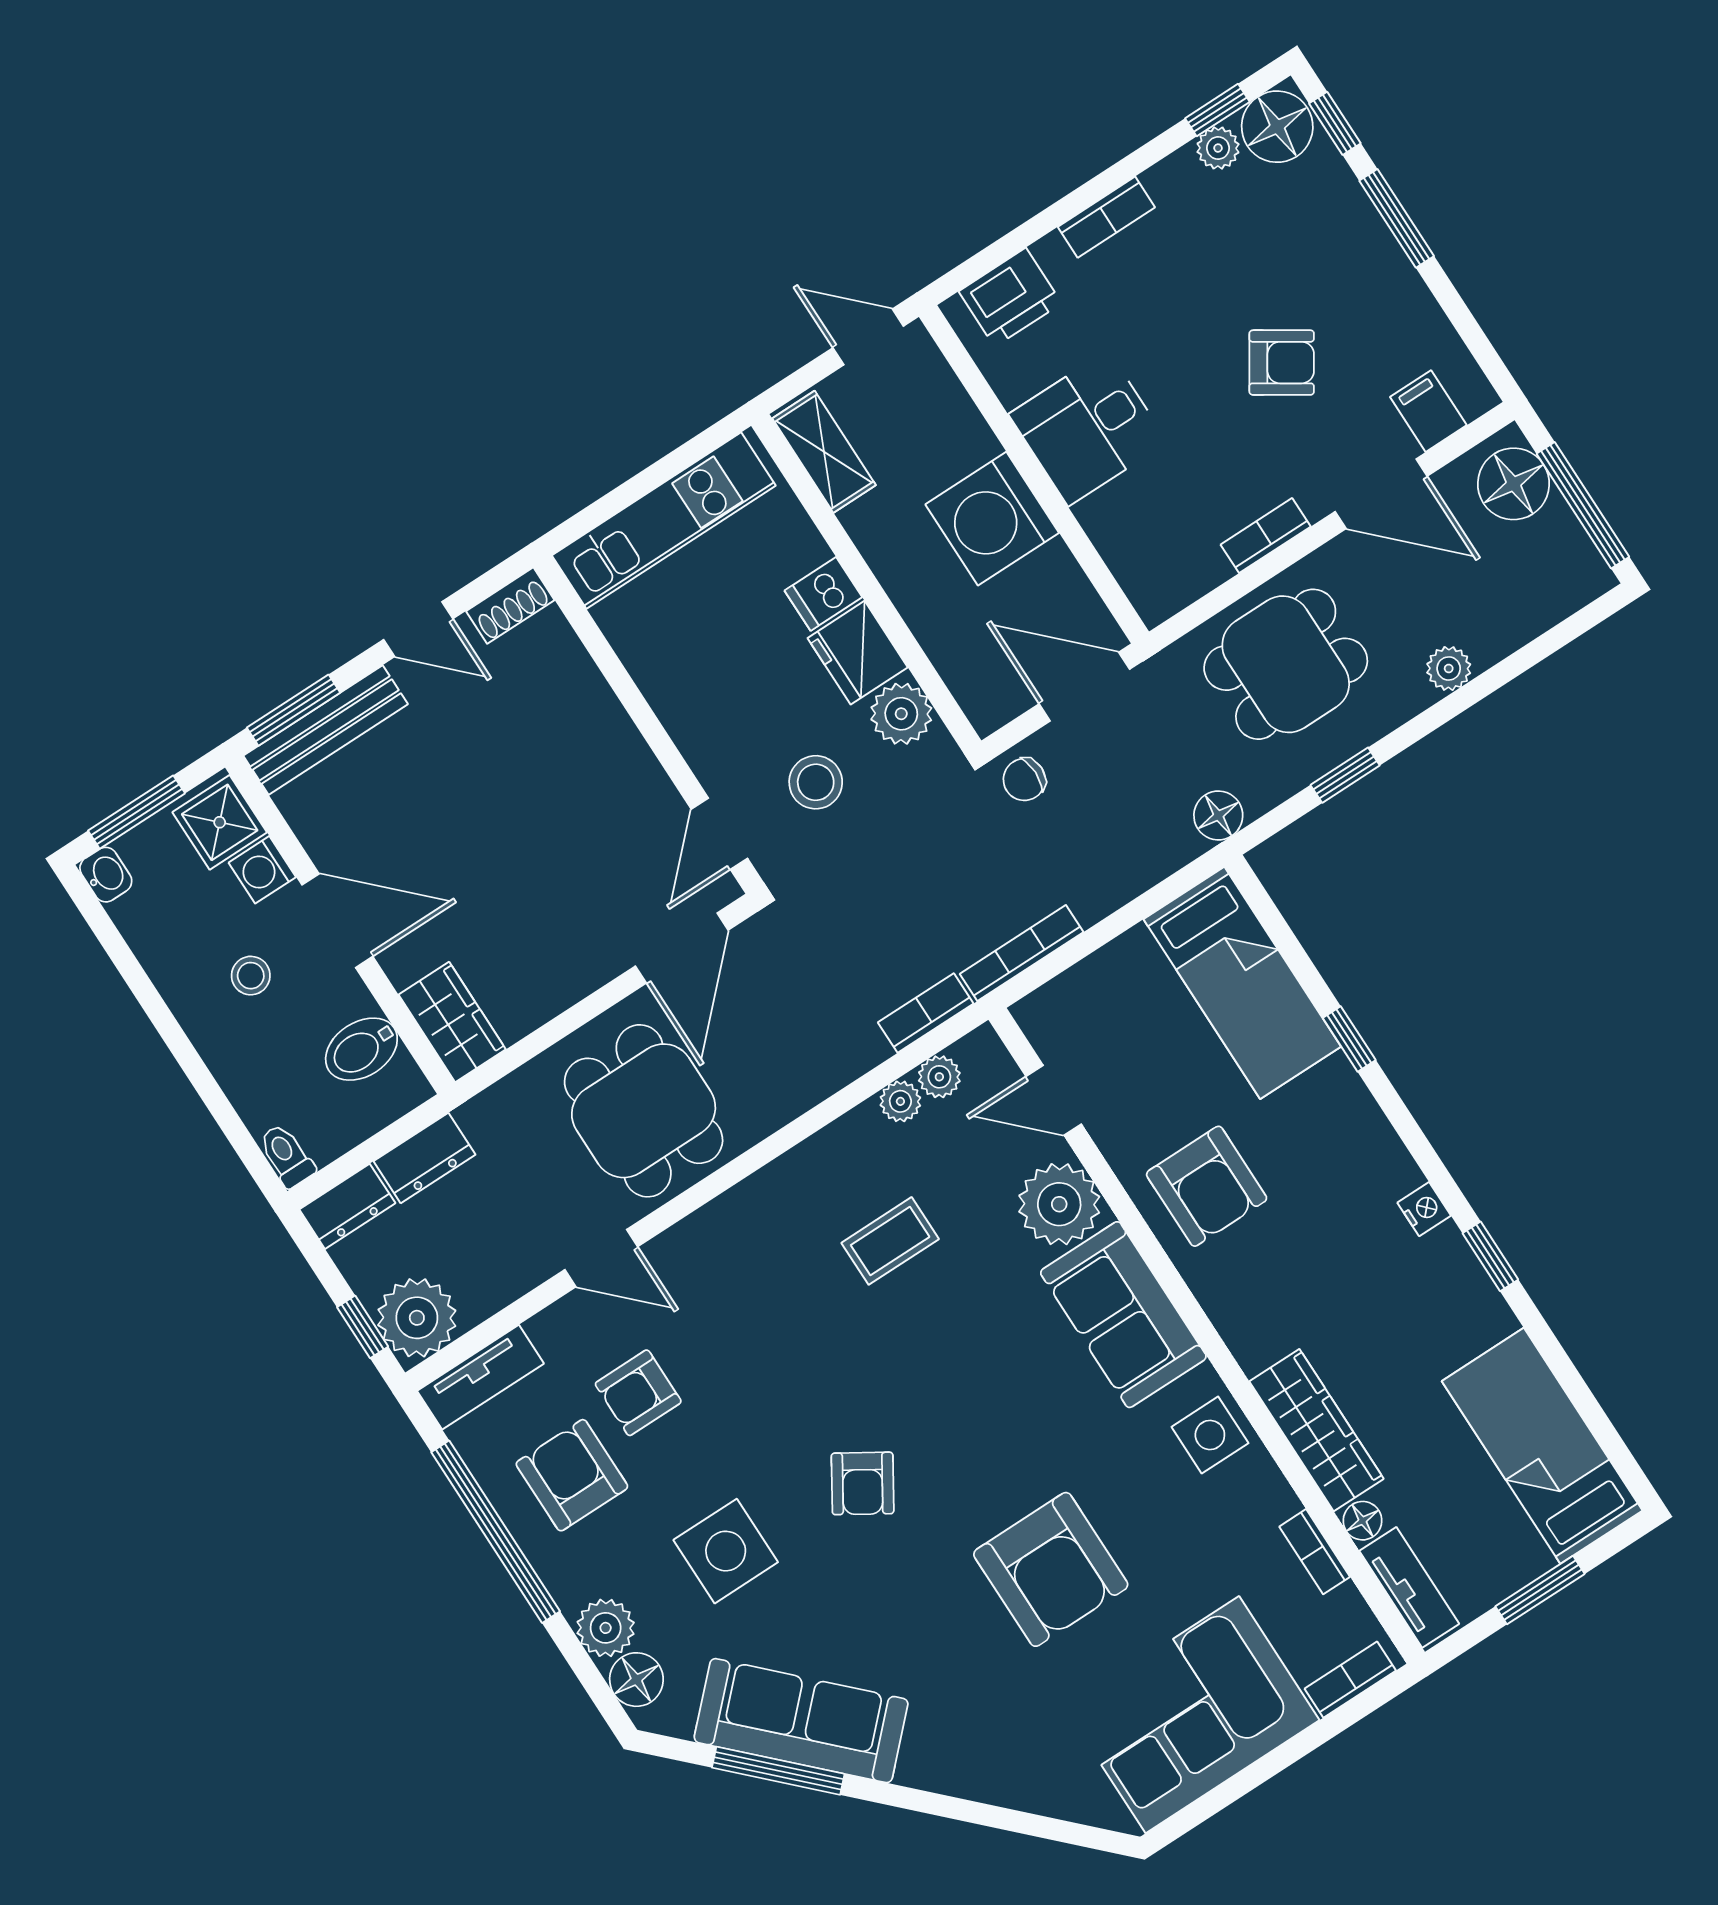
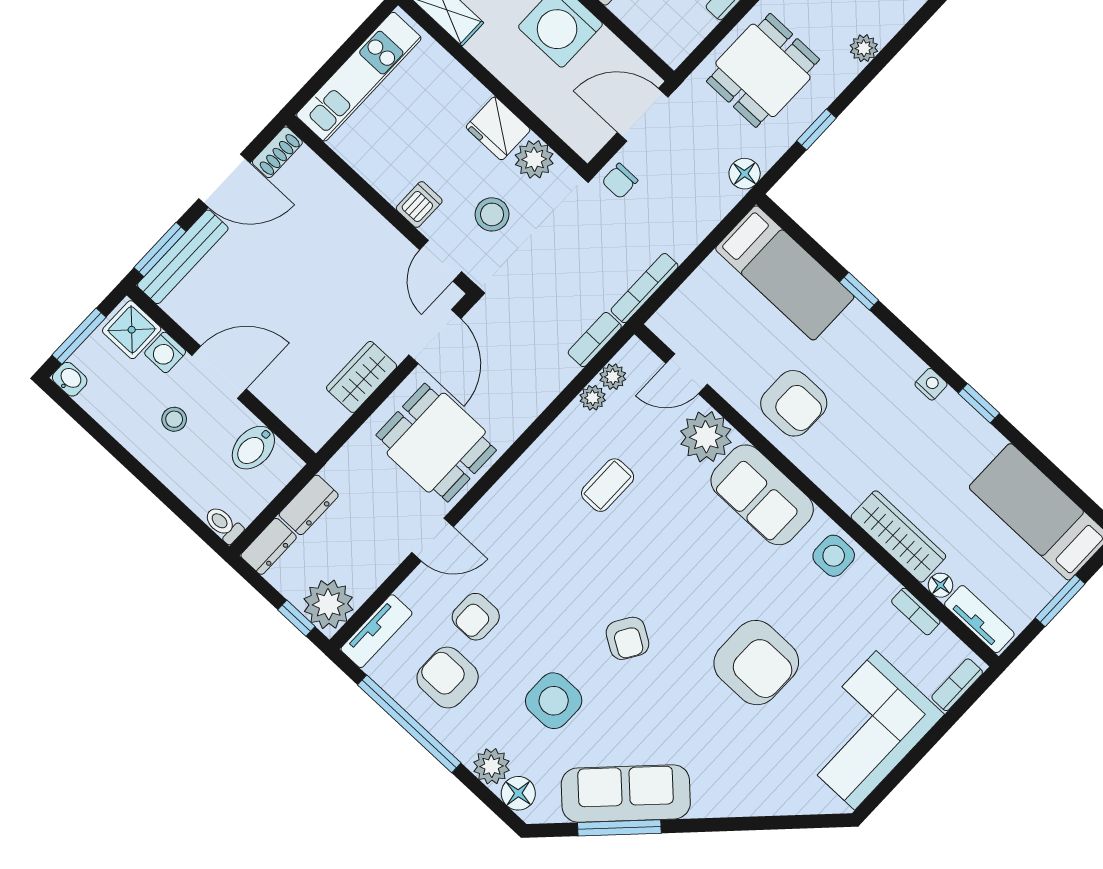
dishwasher: (823, 594) -> (419, 205), moved, turned 180
door: (418, 629) -> (224, 181), width x1.38
wardrobe: (452, 1022) -> (362, 377), moved, turned -90

